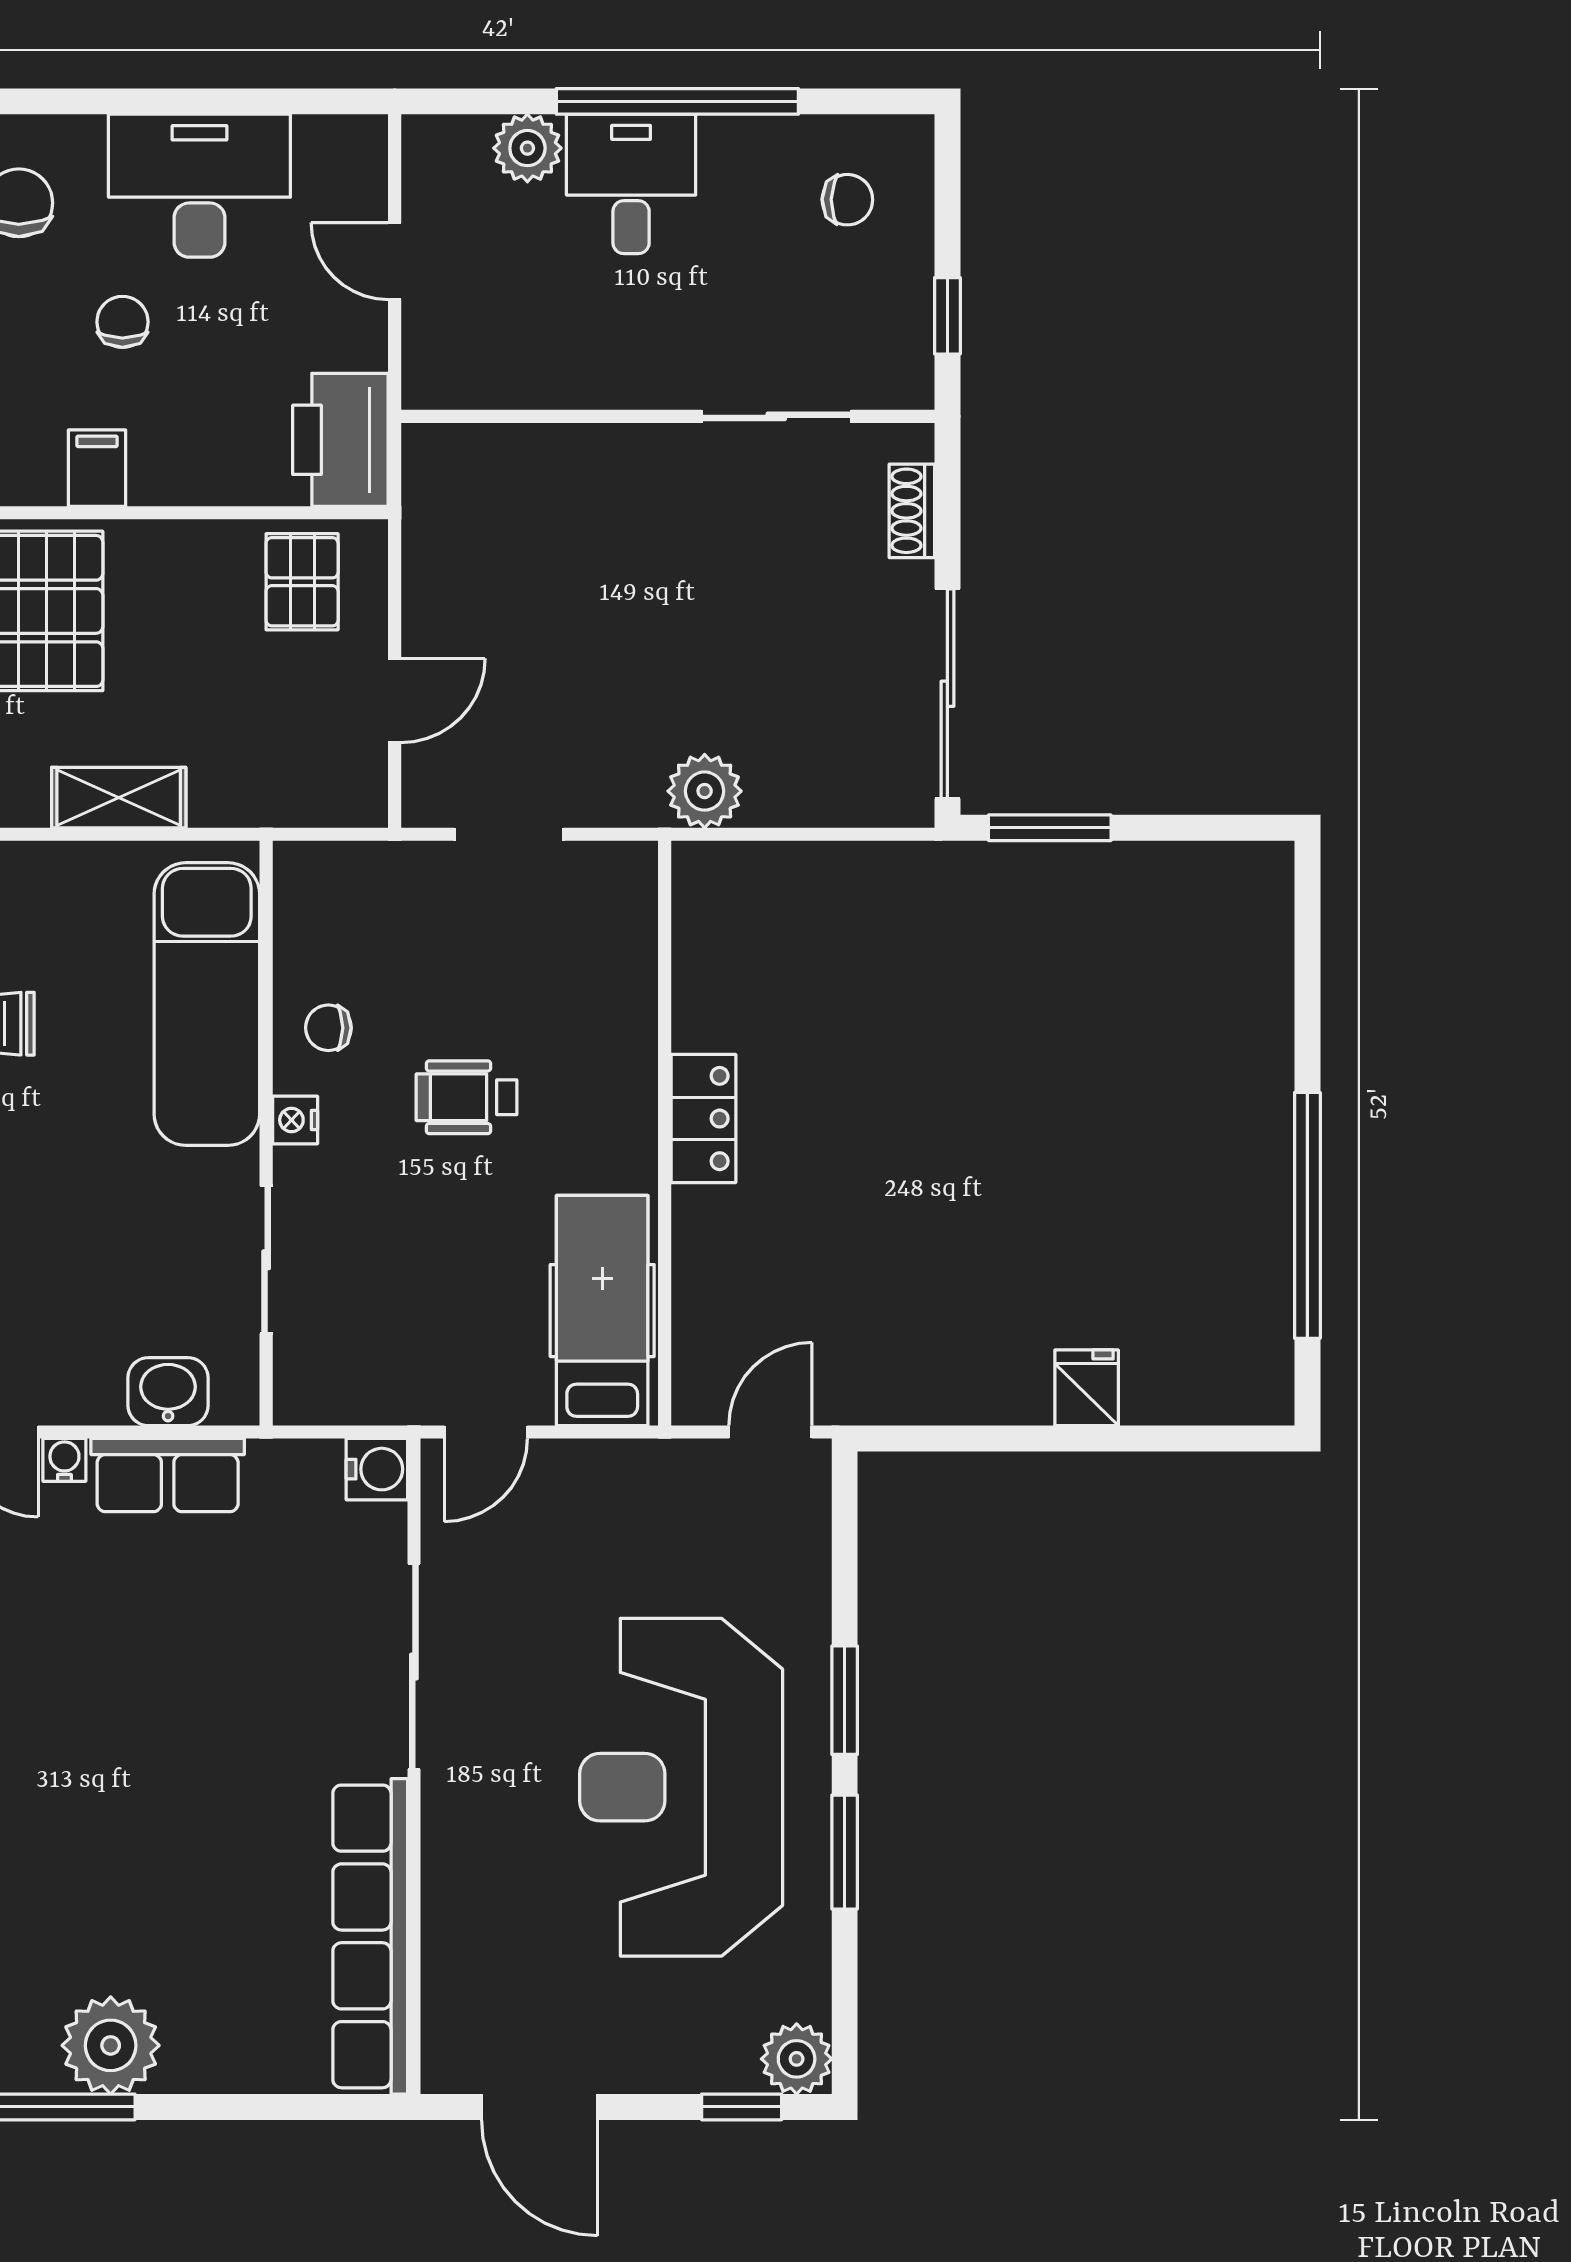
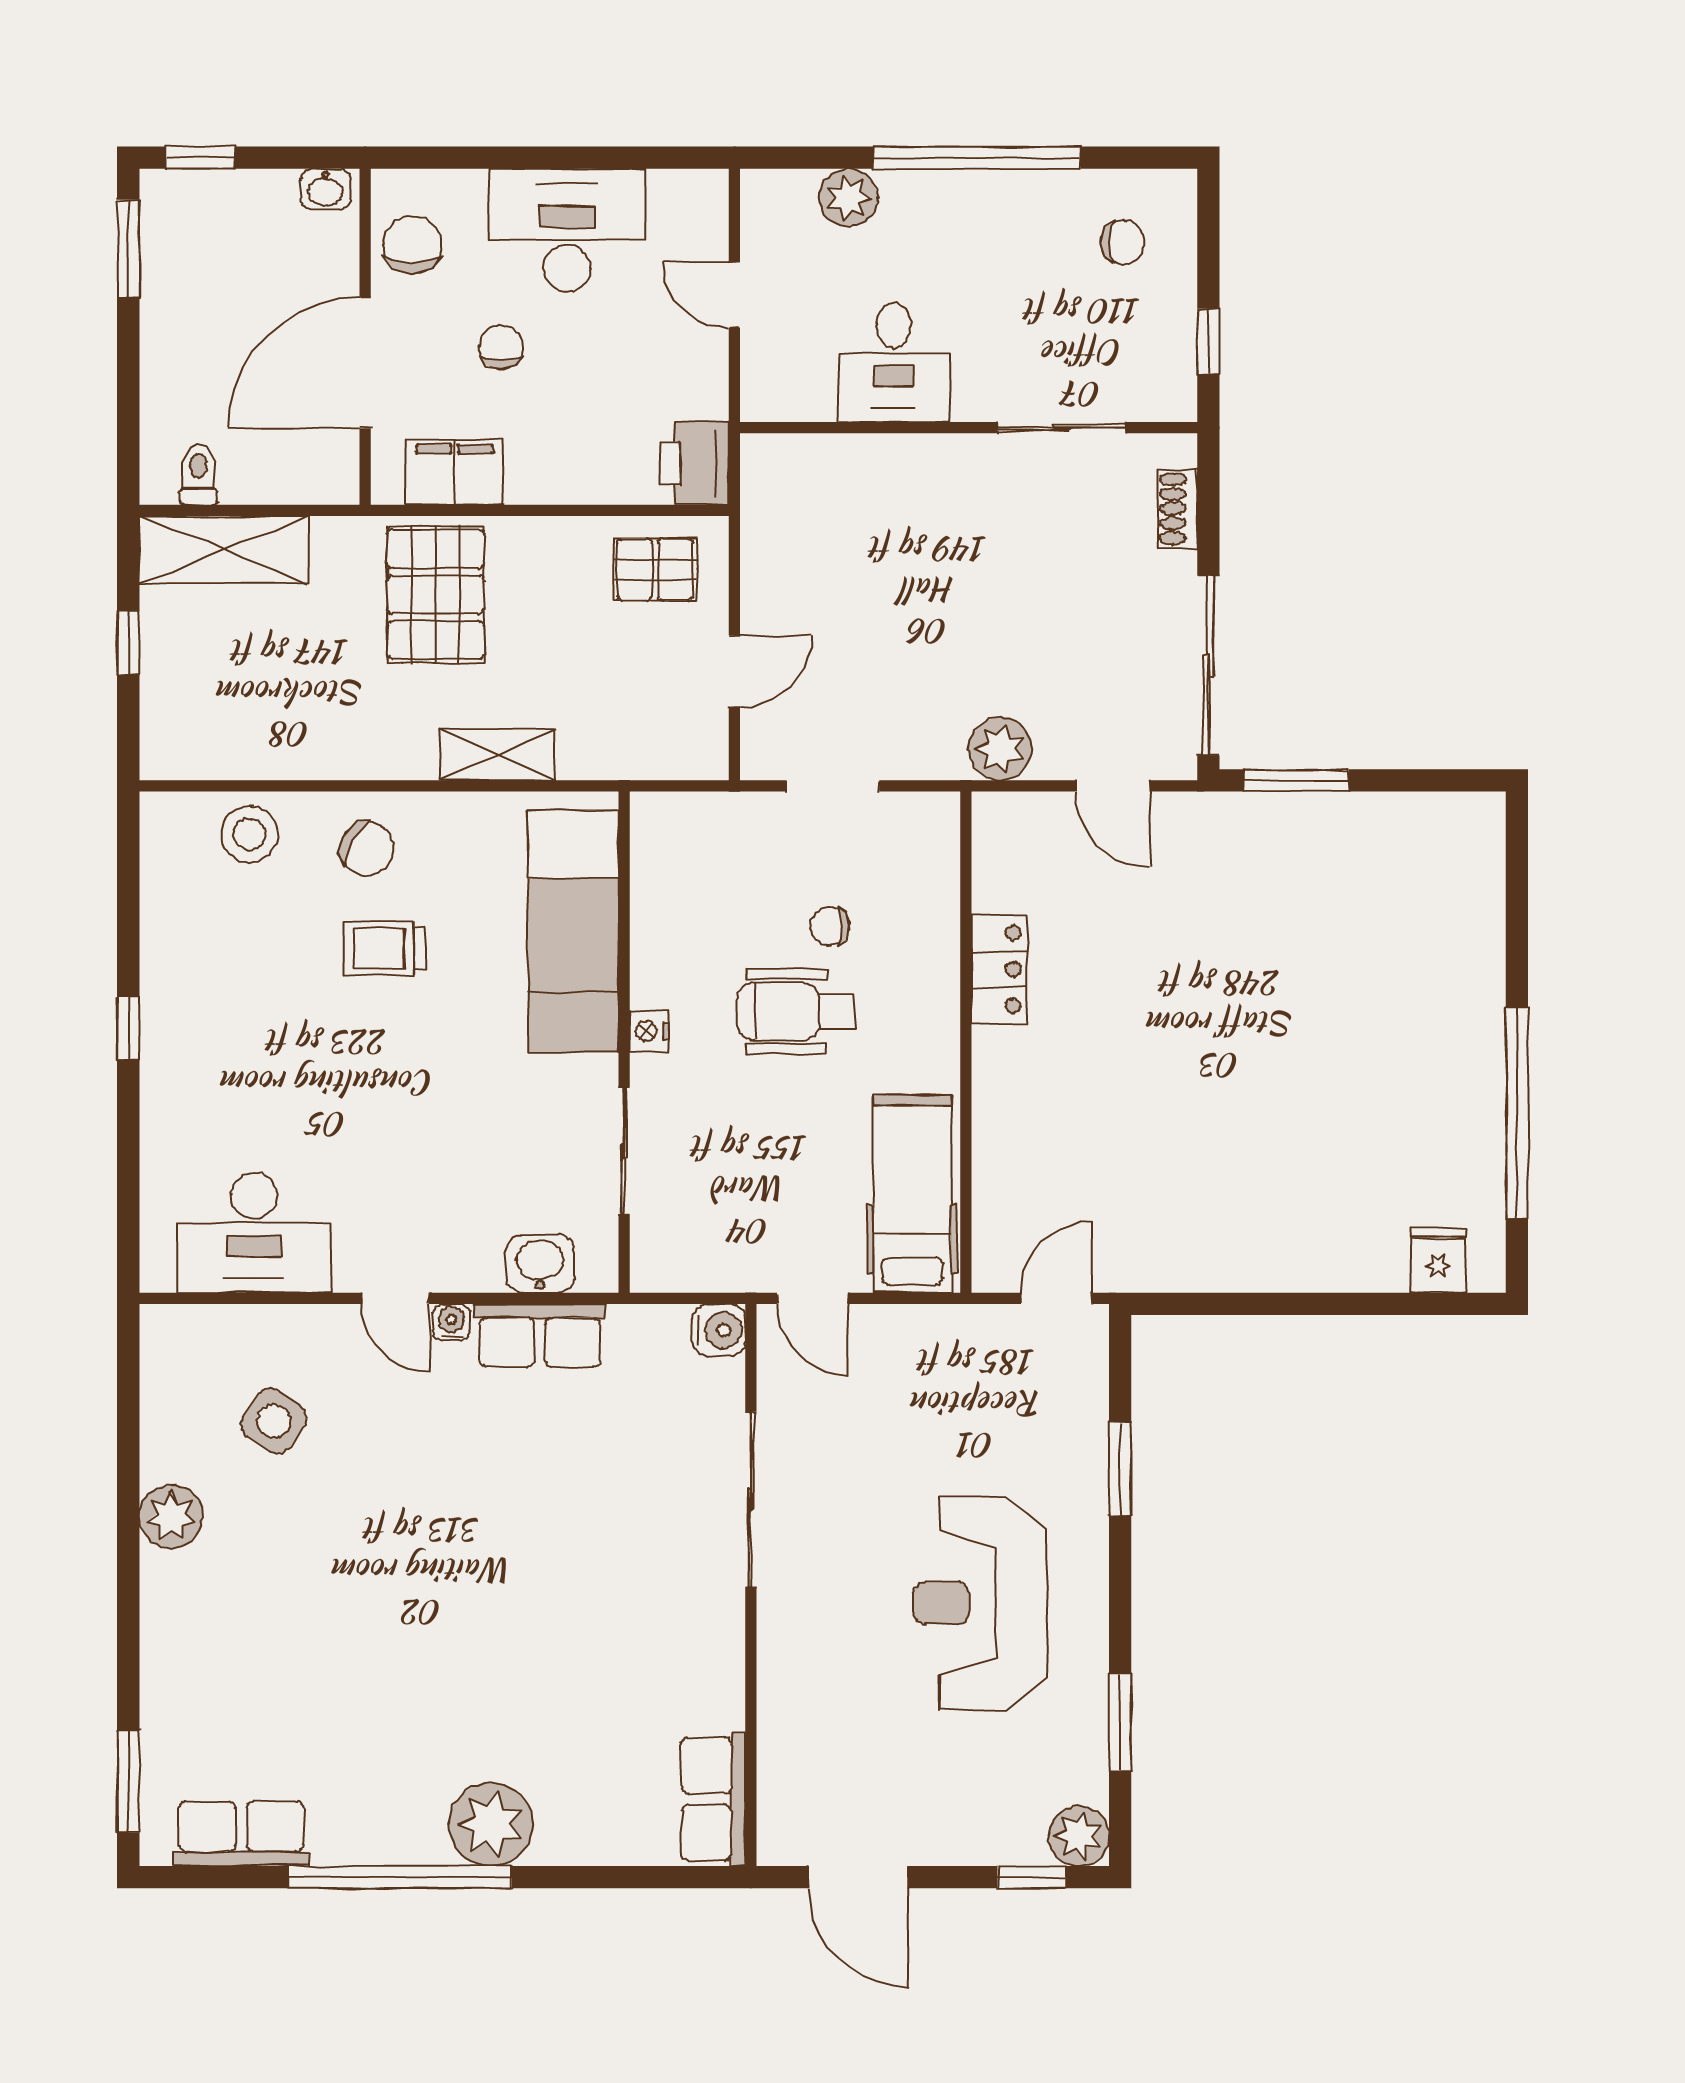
desk: (631, 184) -> (894, 362), moved, turned 180
printer: (340, 440) -> (695, 463), width x0.73, depth x0.84
filing cabinet: (97, 468) -> (455, 472), width x2.00
pallet: (302, 582) -> (655, 570), turned 90
door: (836, 834) -> (1112, 786), added
chair: (328, 1028) -> (830, 926), moved
wheelchair: (467, 1097) -> (796, 1011), width x1.36, depth x1.37
locker: (703, 1119) -> (999, 969), moved
fridge: (1087, 1388) -> (1438, 1260), moved
door: (486, 1432) -> (813, 1298), hinge flipped
window: (845, 1700) -> (1120, 1469), moved
reception desk: (681, 1787) -> (980, 1603), width x0.74, depth x0.77
window: (845, 1852) -> (1120, 1722), moved
row of seats: (370, 1936) -> (713, 1799), width x0.50

